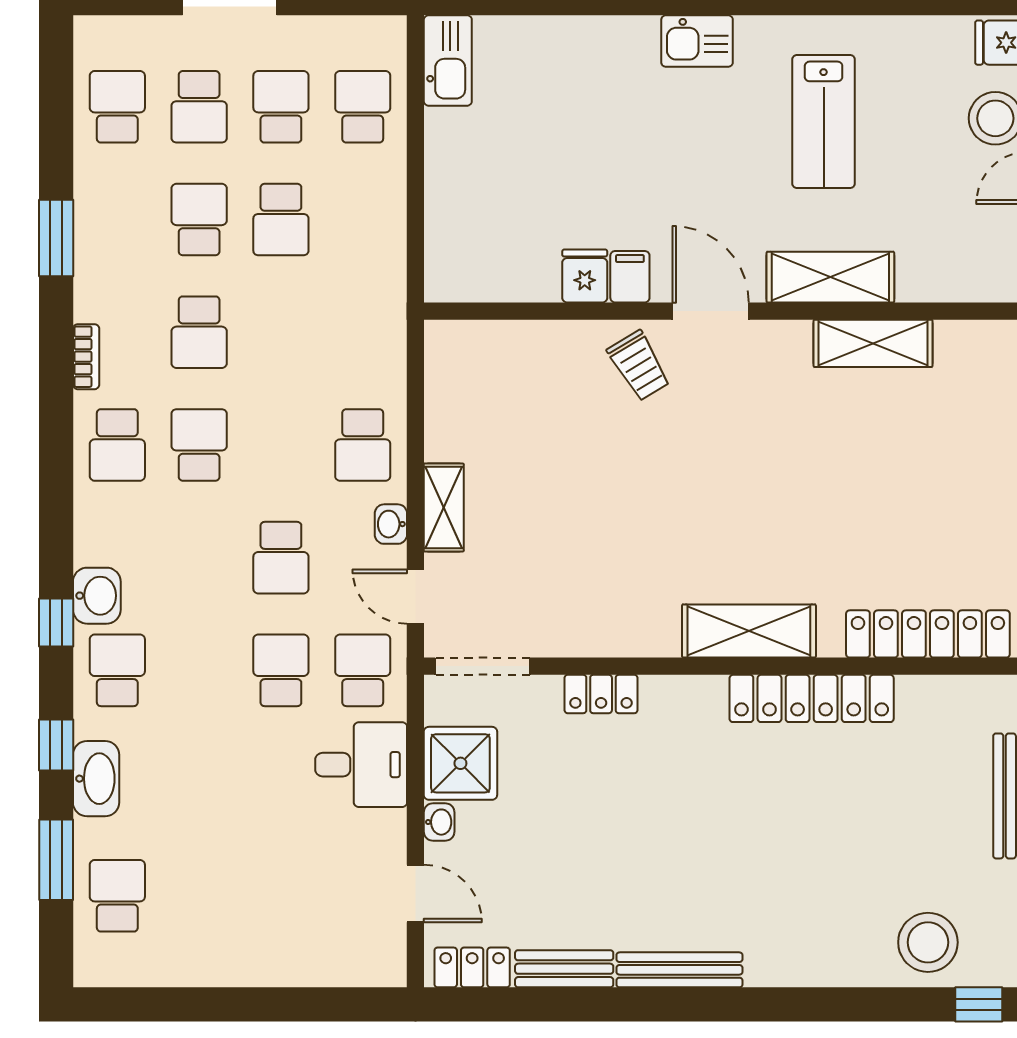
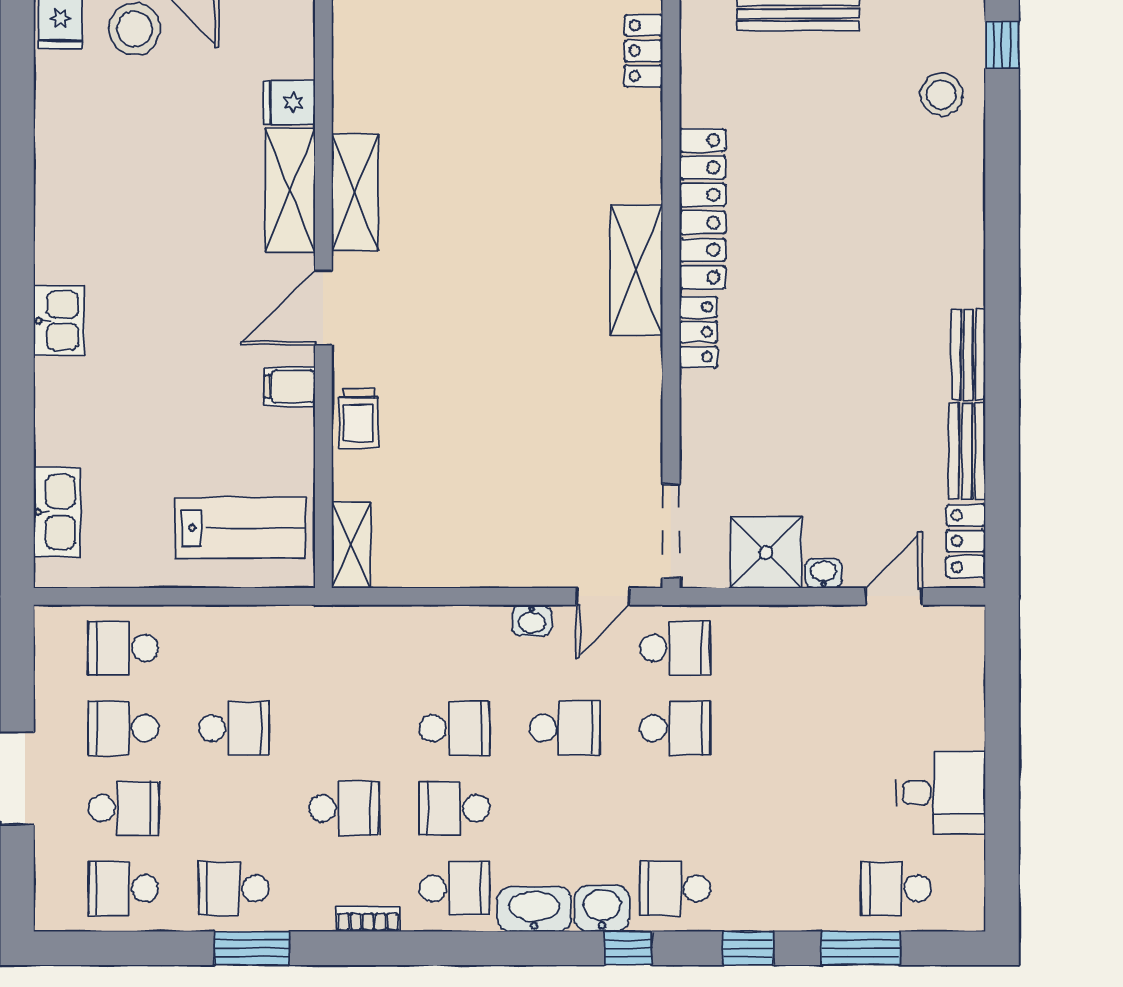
kitchen sink: (448, 61) -> (57, 512), moved, turned 90
lab bench: (824, 121) -> (240, 528), moved
school desk: (199, 220) -> (234, 888), moved
fridge: (585, 276) -> (289, 103), moved
shelving: (873, 343) -> (355, 192), moved
trolley: (639, 366) -> (359, 419), moved, turned 121
school desk: (363, 445) -> (454, 728), moved
shelving: (444, 507) -> (351, 545), moved, turned 90
locker: (928, 634) -> (643, 51), width x0.46, depth x0.83
school desk: (281, 670) -> (675, 728), turned 180
school desk: (363, 670) -> (675, 648), turned 180
locker: (601, 694) -> (698, 332), moved
desk: (361, 765) -> (941, 792), moved, turned 90
washbasin: (96, 779) -> (534, 909), moved
stool: (928, 942) -> (941, 95), width x0.73, depth x0.73
bench: (679, 970) -> (968, 354), width x0.73

